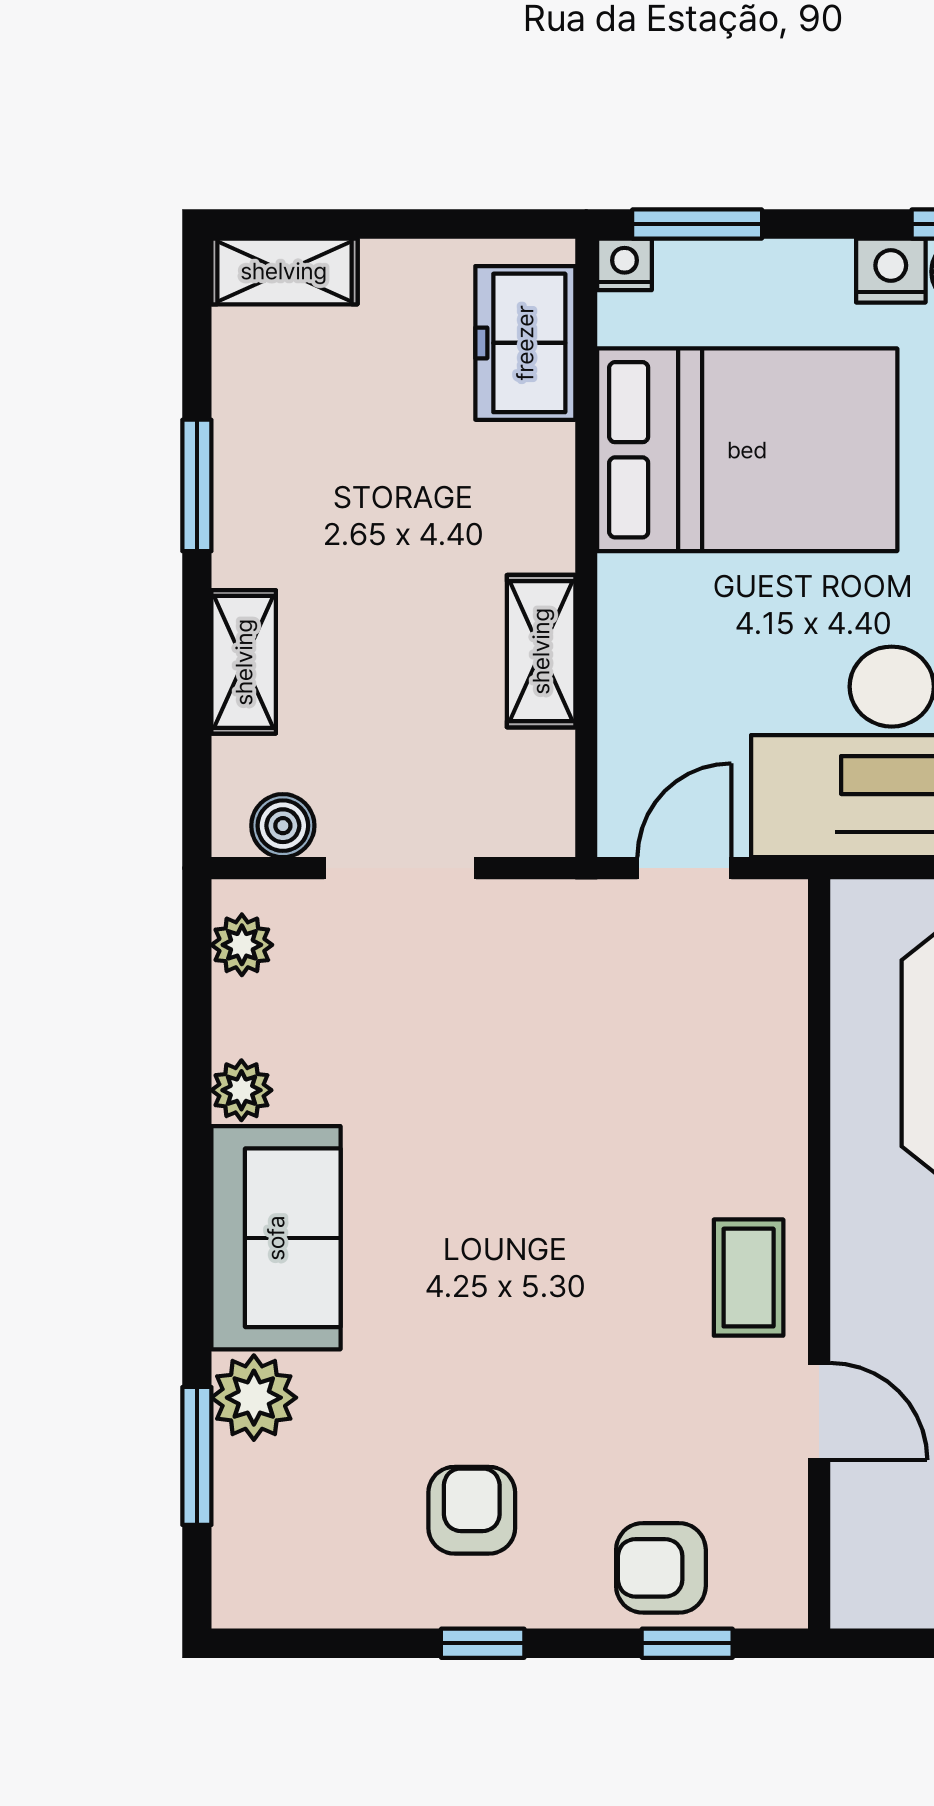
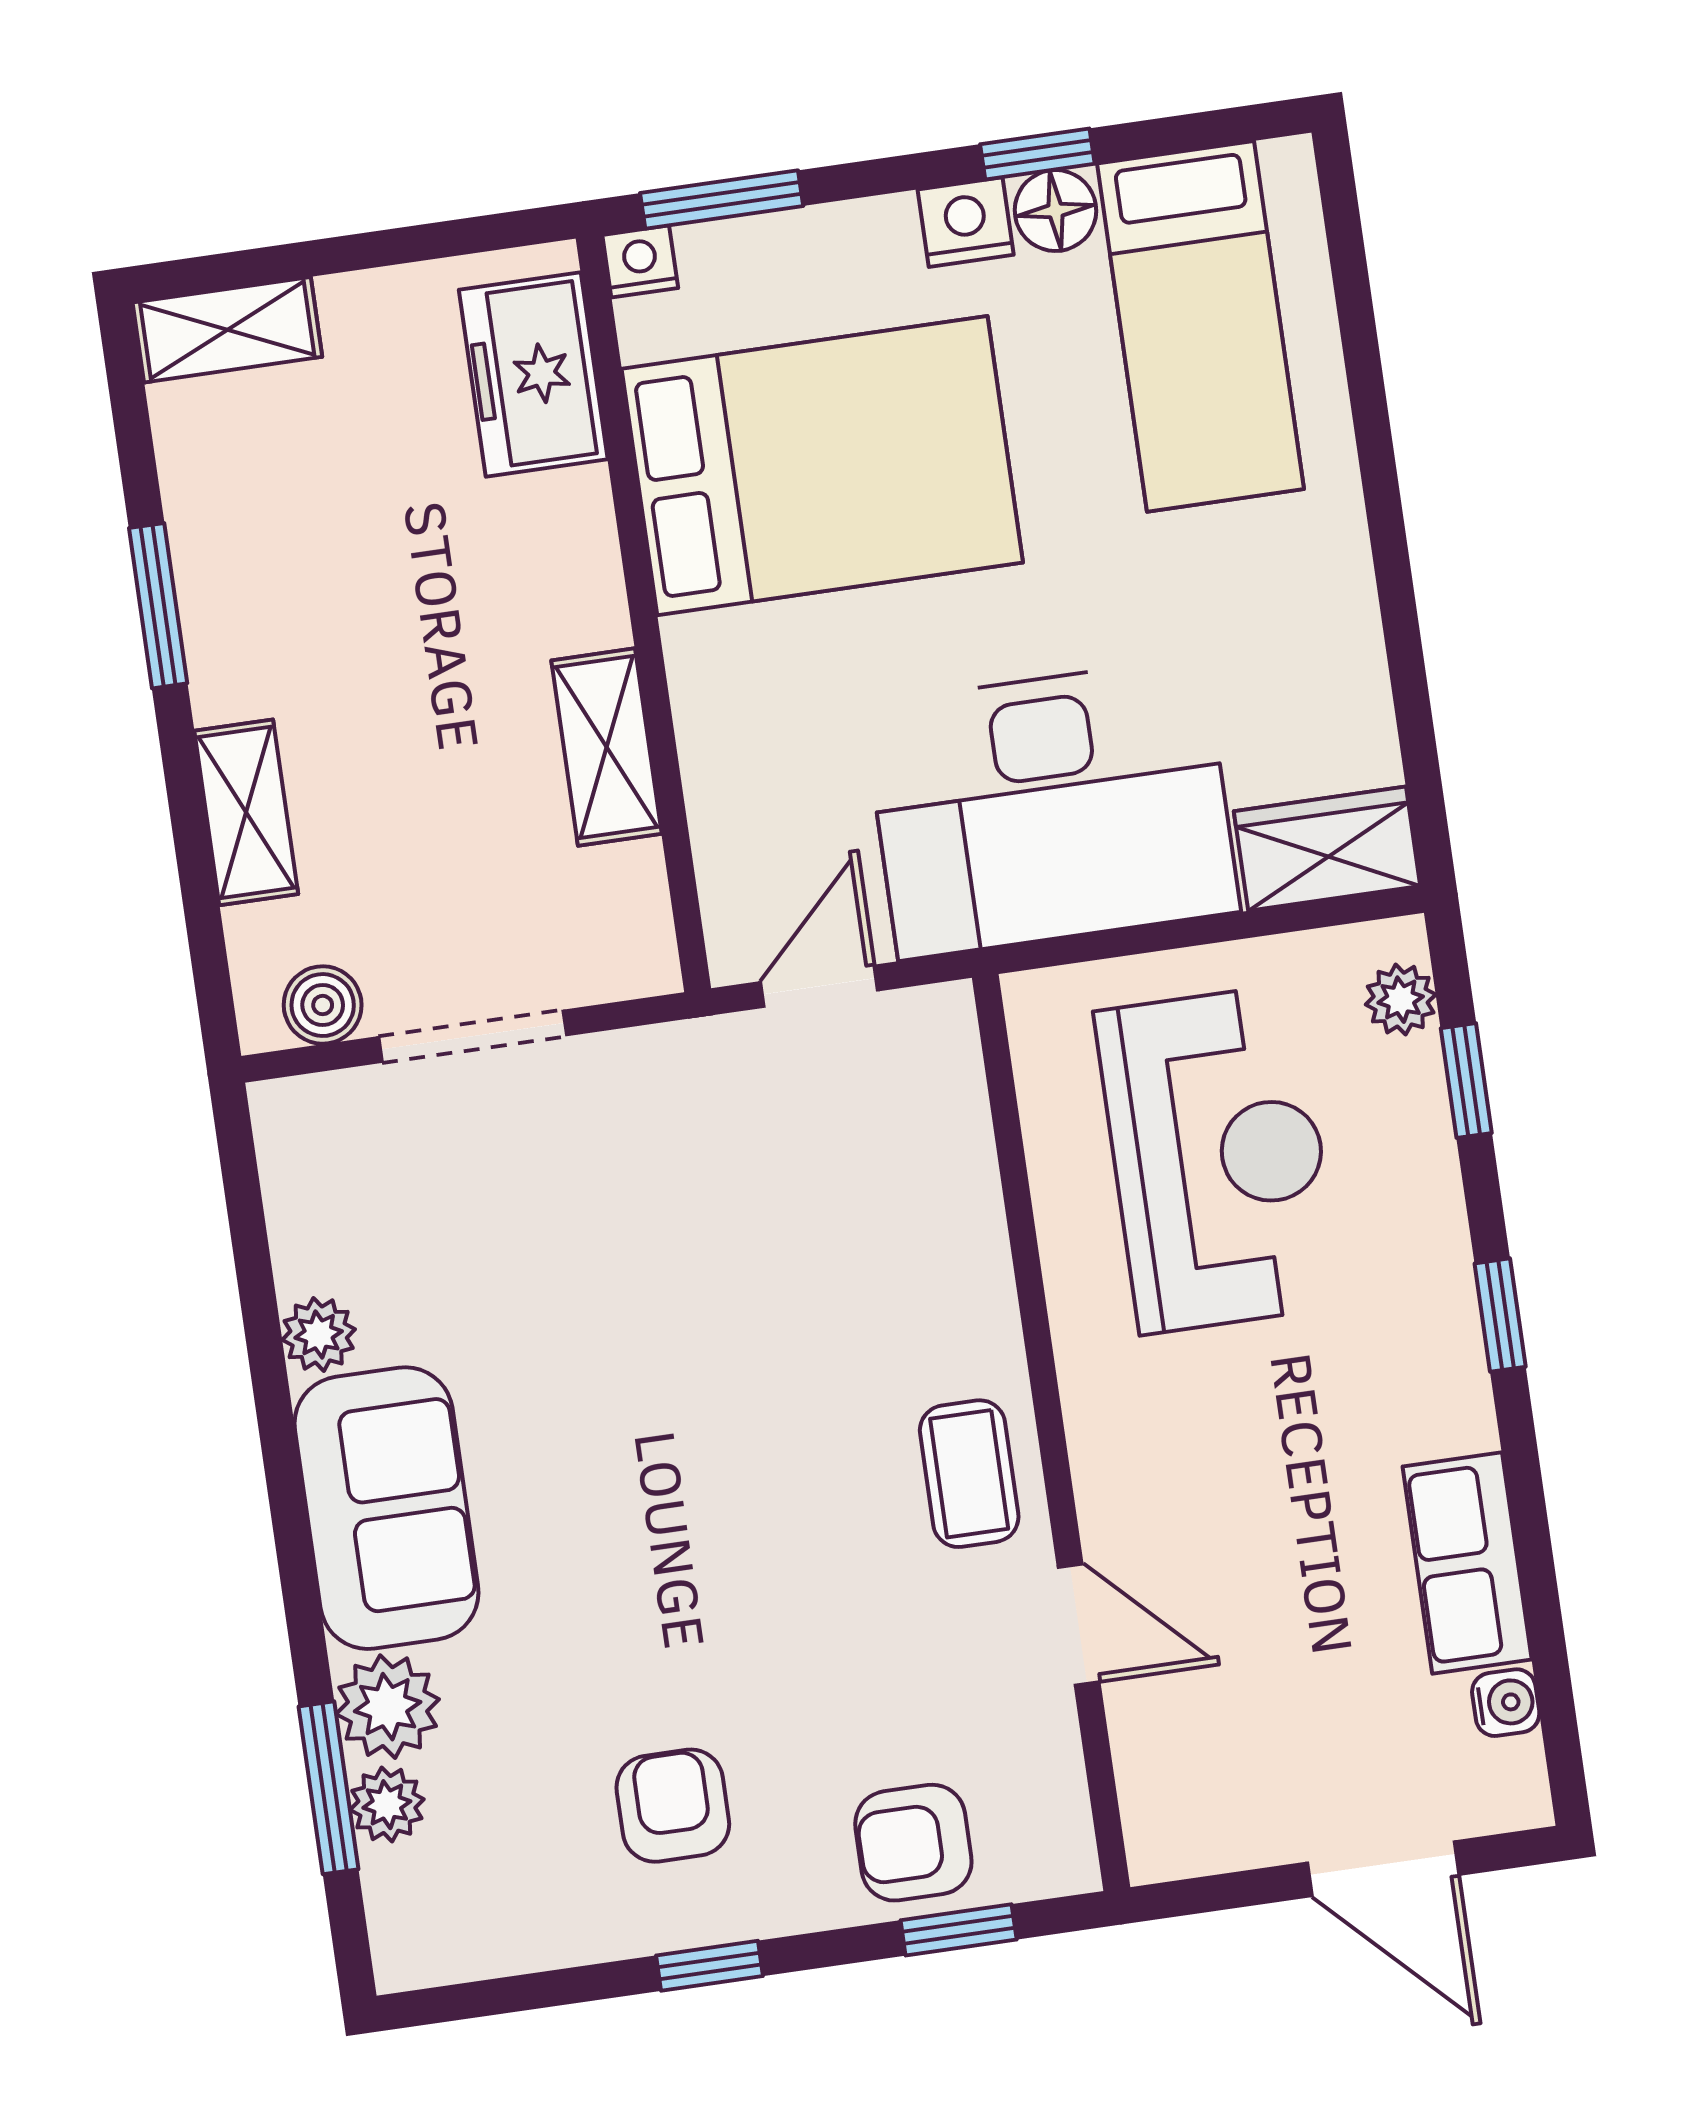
plant: (242, 945) -> (387, 1805), moved

